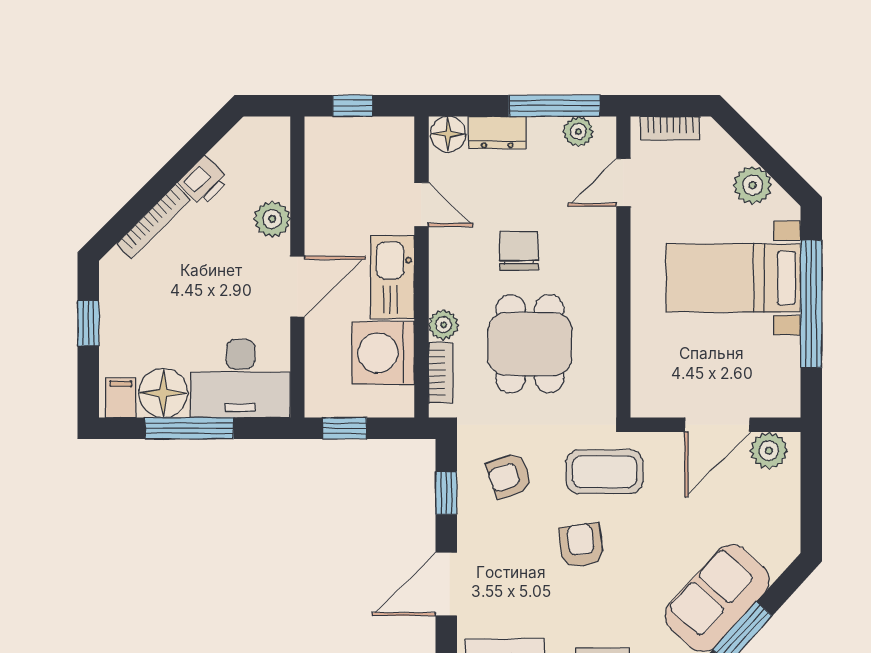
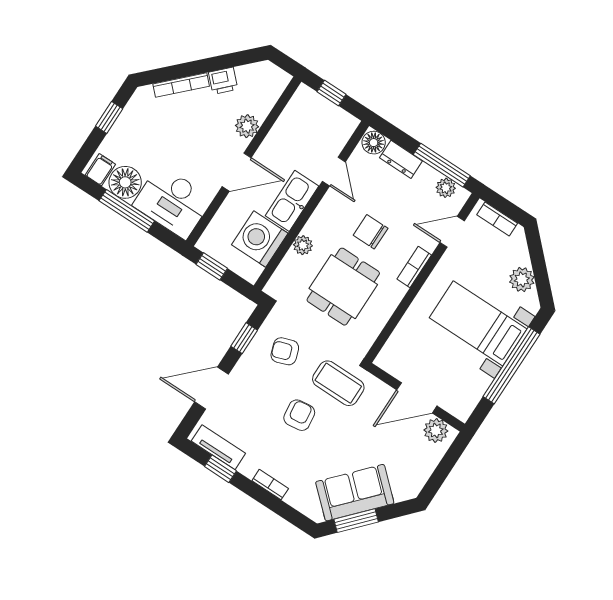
chair: (519, 251) -> (371, 232), turned -90
bookcase: (441, 373) -> (414, 267), moved, turned 180

